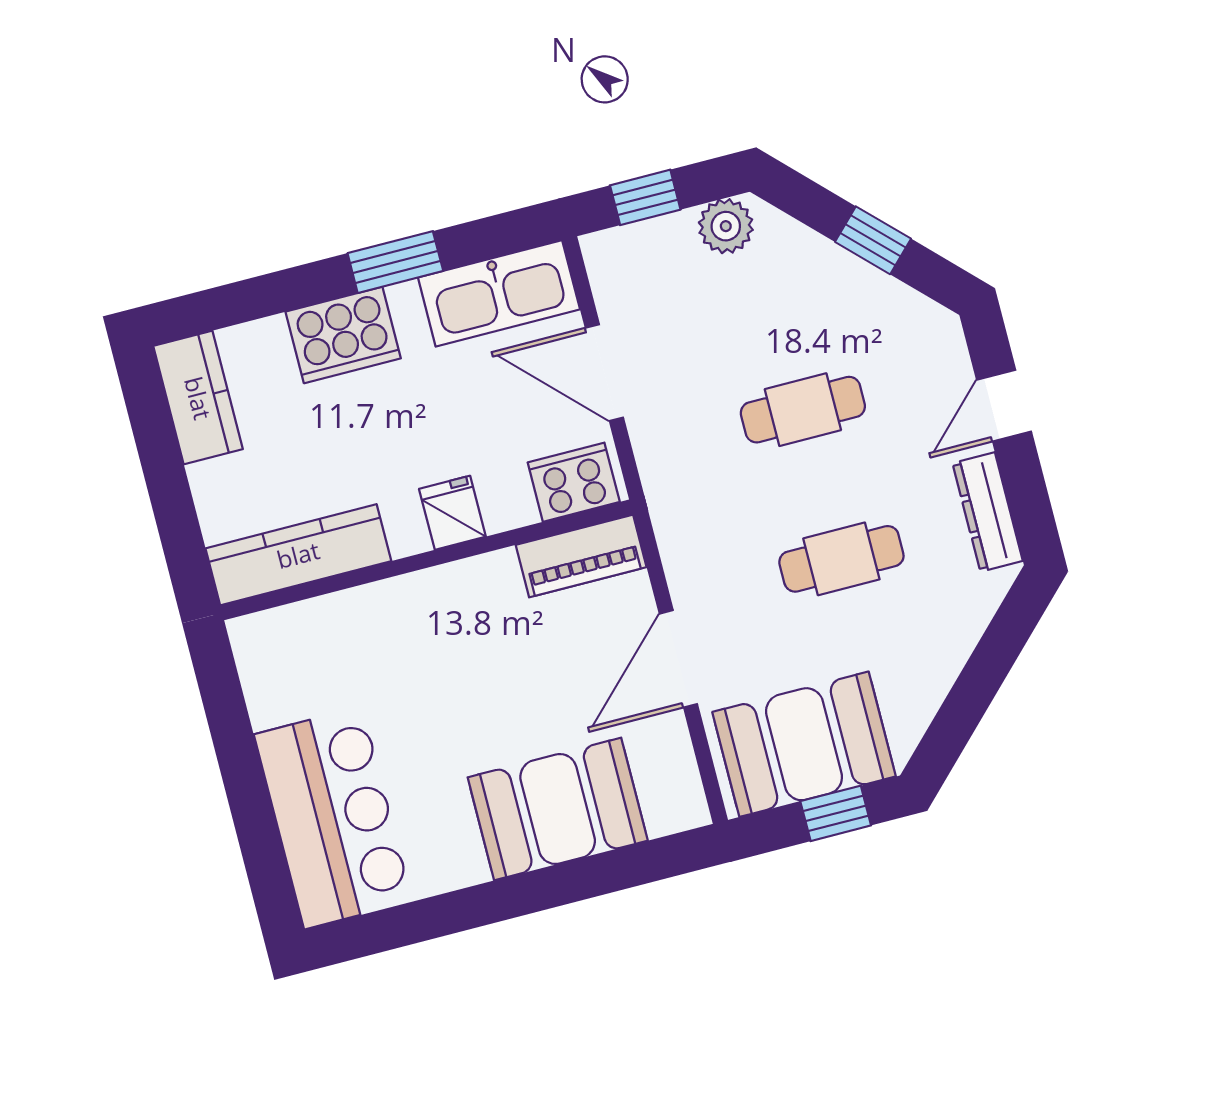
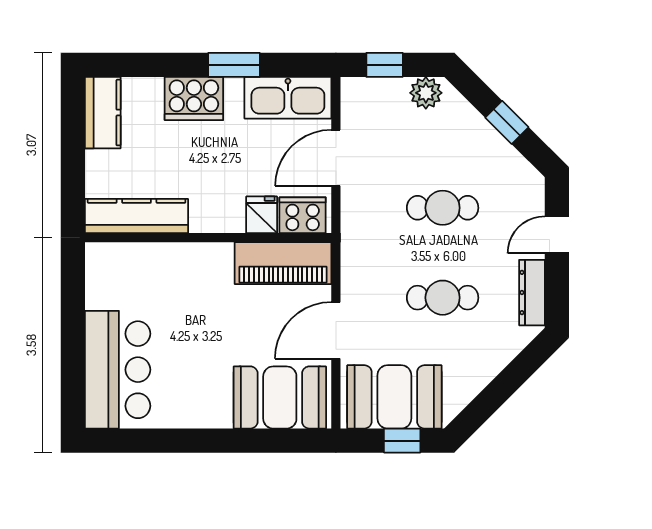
door: (604, 373) -> (336, 158), hinge flipped
fridge: (452, 513) -> (262, 215), moved
piano: (581, 556) -> (283, 263), width x1.37, depth x1.33
booth: (558, 809) -> (280, 397), moved

